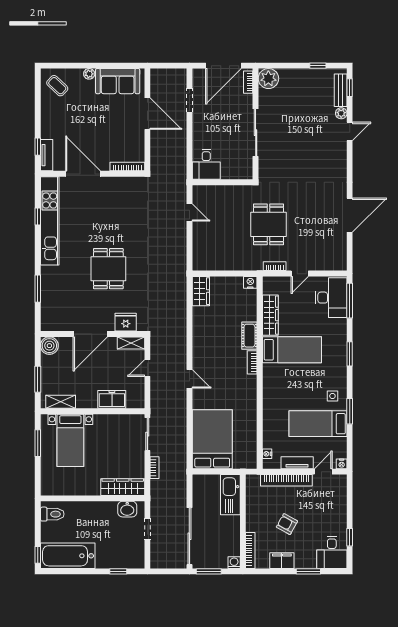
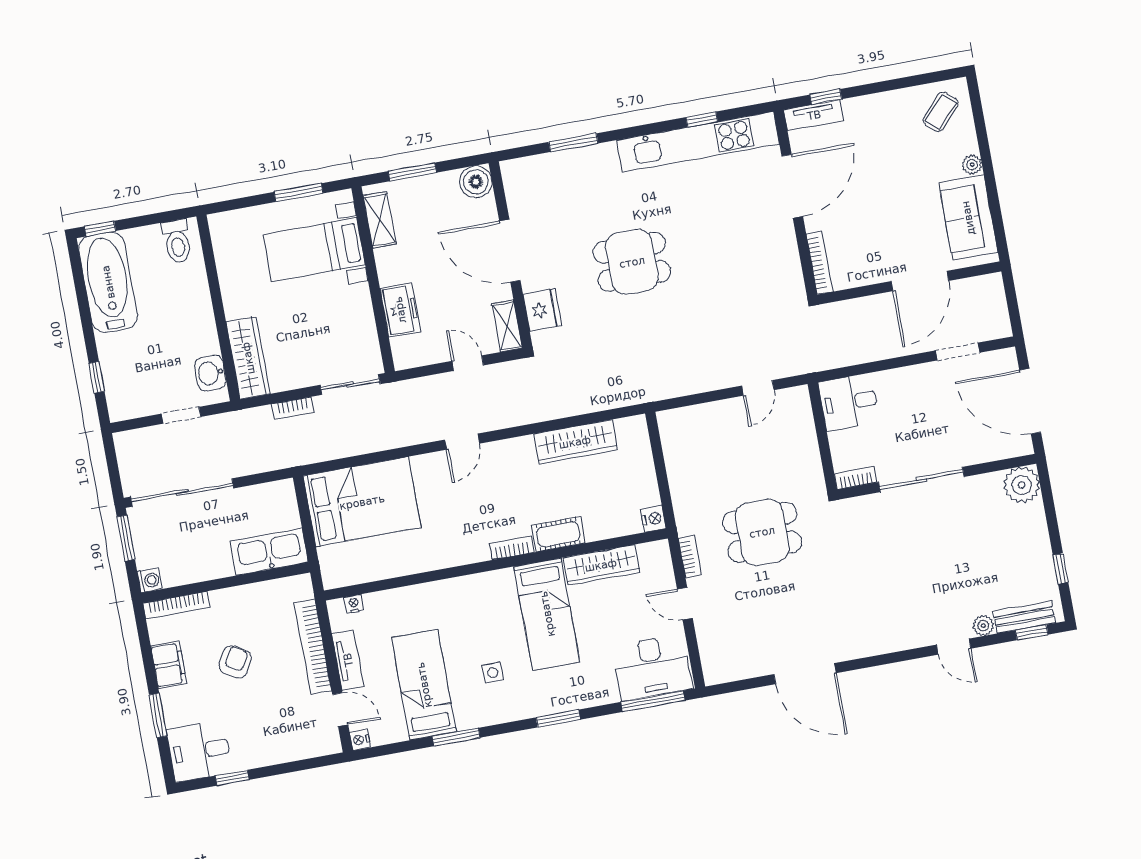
bookcase: (248, 82) -> (856, 478), moved
wardrobe: (201, 291) -> (575, 442), moved, width x1.50
side table: (332, 396) -> (493, 673), moved

